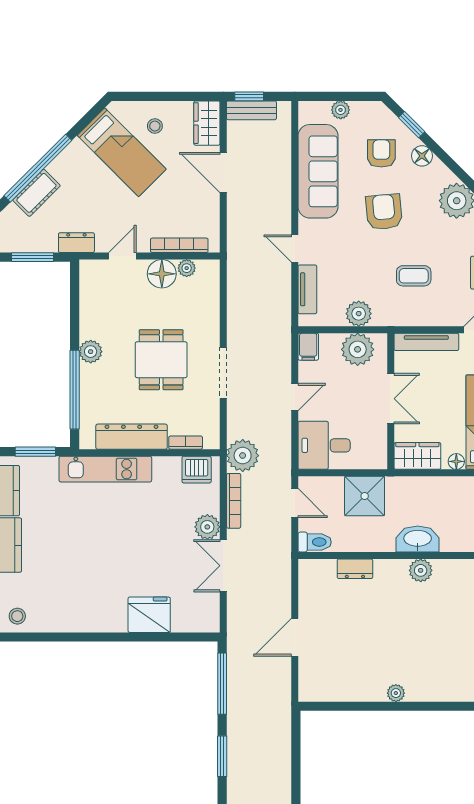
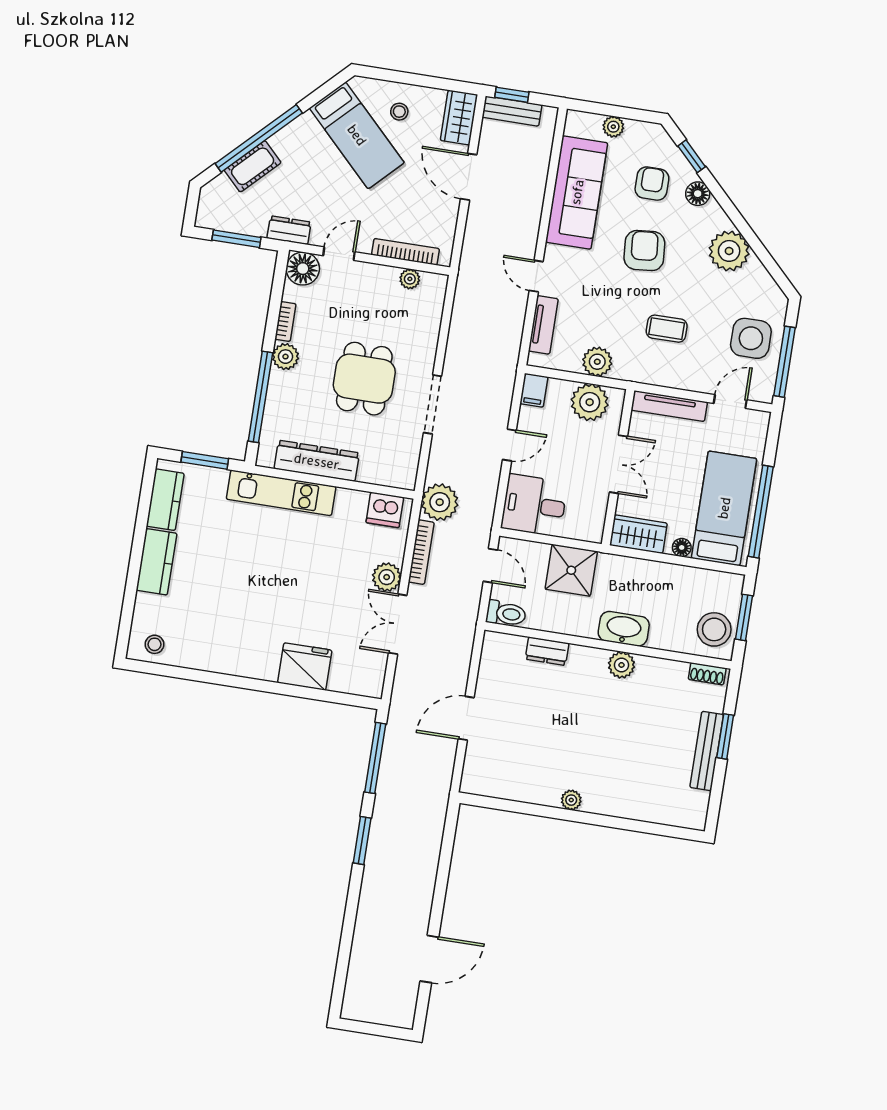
floor lamp: (162, 274) -> (303, 269), moved
bookcase: (186, 443) -> (285, 322), moved, turned 90

